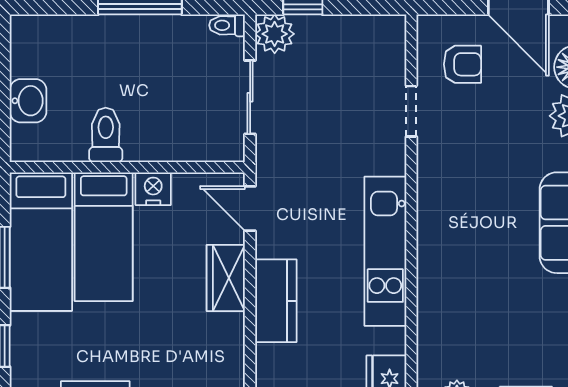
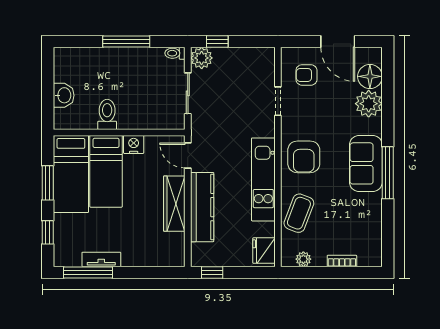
armchair: (462, 64) -> (306, 75), turned 180
armchair: (458, 211) -> (304, 157), added
wardrobe: (226, 278) -> (174, 204), width x1.50
kitchen counter: (276, 301) -> (202, 207), width x1.50
coffee table: (449, 312) -> (299, 213), added

